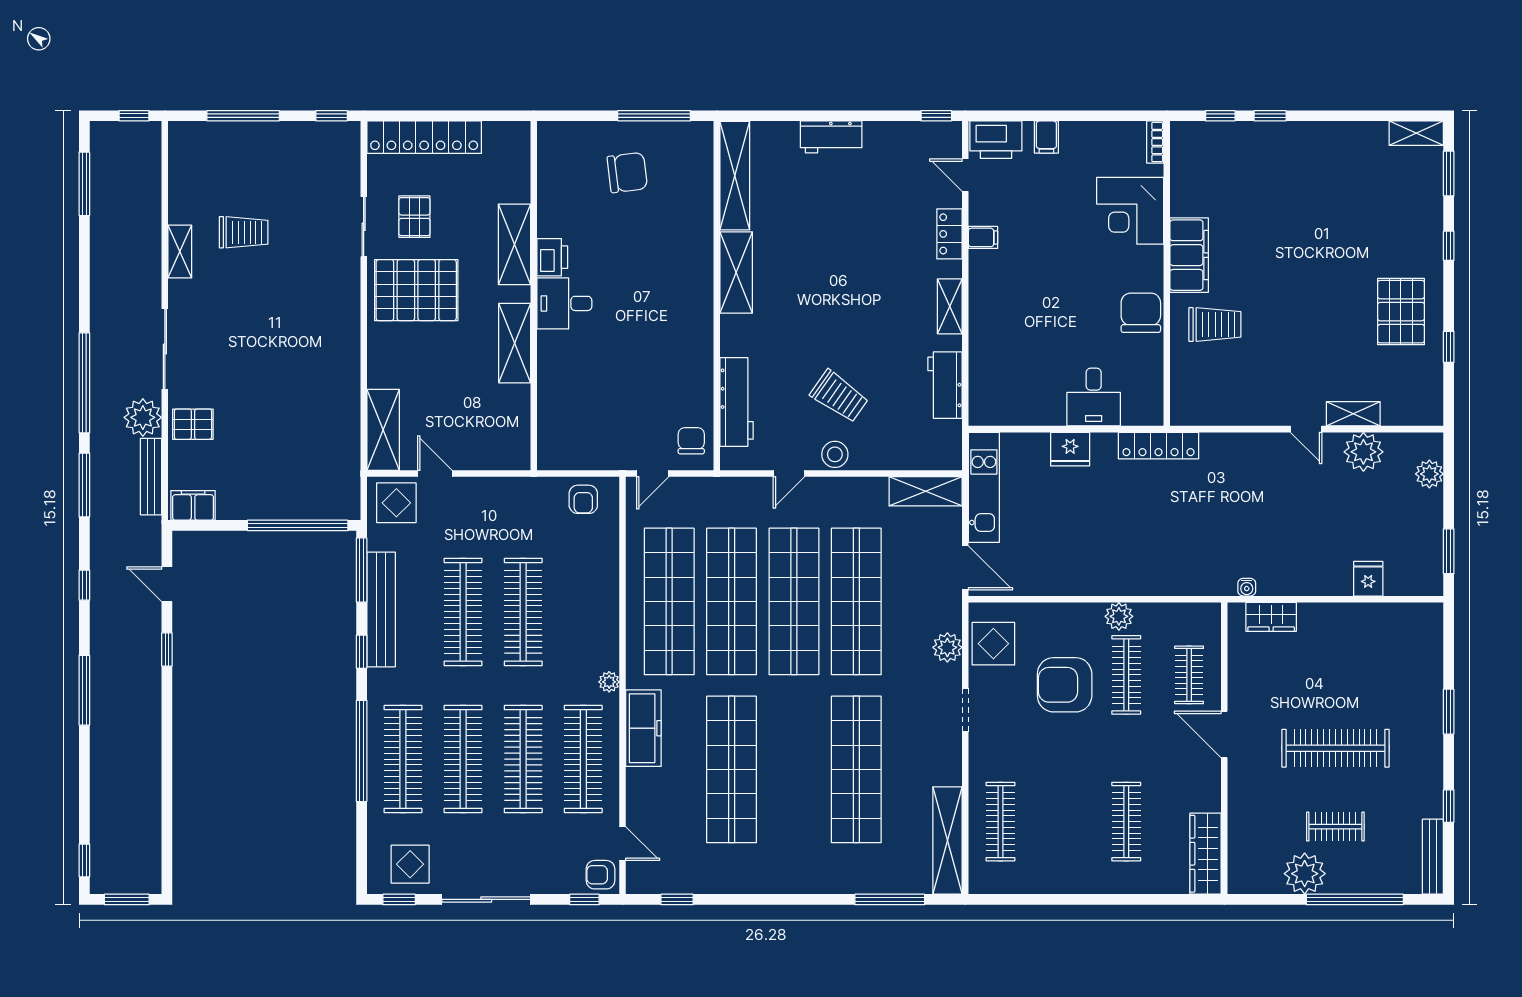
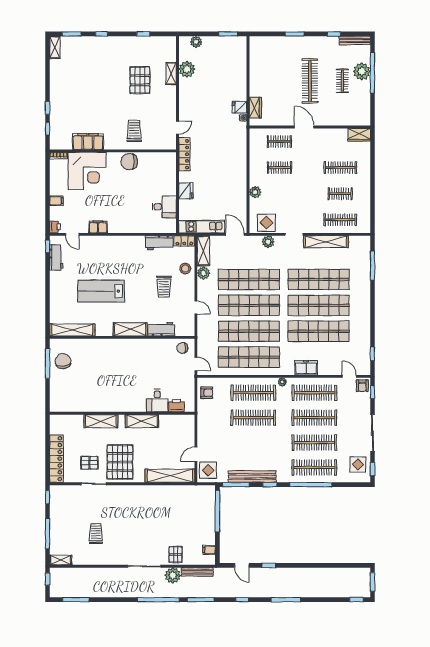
workbench: (831, 137) -> (56, 257), moved
printer: (996, 140) -> (55, 227), width x0.53, depth x0.68
chair: (627, 173) -> (63, 361), moved
door: (965, 175) -> (72, 234), hinge flipped
corner desk: (1130, 211) -> (87, 171), width x1.36, depth x1.36
locker: (949, 234) -> (184, 241), moved
filing cabinet: (983, 237) -> (98, 227), width x2.00
lab bench: (828, 245) -> (101, 291), added
shelving: (180, 252) -> (61, 560), moved
filing cabinet: (1189, 255) -> (88, 142), moved
printer: (552, 257) -> (176, 406), moved
shelving: (736, 272) -> (130, 329), moved
desk: (564, 303) -> (157, 401), moved
shelving: (950, 306) -> (127, 241), removed
pallet: (1401, 312) -> (140, 80), moved, turned 90
trolley: (839, 396) -> (164, 287), turned 145
desk: (1094, 397) -> (164, 207), moved
workbench: (737, 402) -> (161, 329), width x0.73
door: (1306, 429) -> (178, 128), moved
shelving: (383, 430) -> (170, 476), width x1.47
stool: (835, 454) -> (185, 269), moved
plant: (872, 492) -> (203, 273), added
filing cabinet: (193, 505) -> (209, 550), width x0.50
door: (965, 568) -> (235, 234), hinge flipped
fridge: (1368, 579) -> (240, 107), moved
door: (167, 584) -> (242, 565), hinge flipped
clothes rail: (463, 612) -> (253, 393), moved
plant: (1119, 616) -> (255, 192), moved
clothes rail: (1126, 675) -> (279, 168), width x0.73
armchair: (1065, 685) -> (284, 193), removed
freezer: (643, 728) -> (306, 368), width x0.71
door: (1224, 735) -> (304, 127), swing flipped
shop shelf: (794, 769) -> (319, 305), added
clothes rail: (1063, 822) -> (340, 194), added
shelving: (948, 841) -> (326, 242), moved
door: (623, 843) -> (349, 376), hinge flipped
wardrobe: (1205, 854) -> (359, 135), width x0.67
plant: (1305, 874) -> (362, 71), moved

